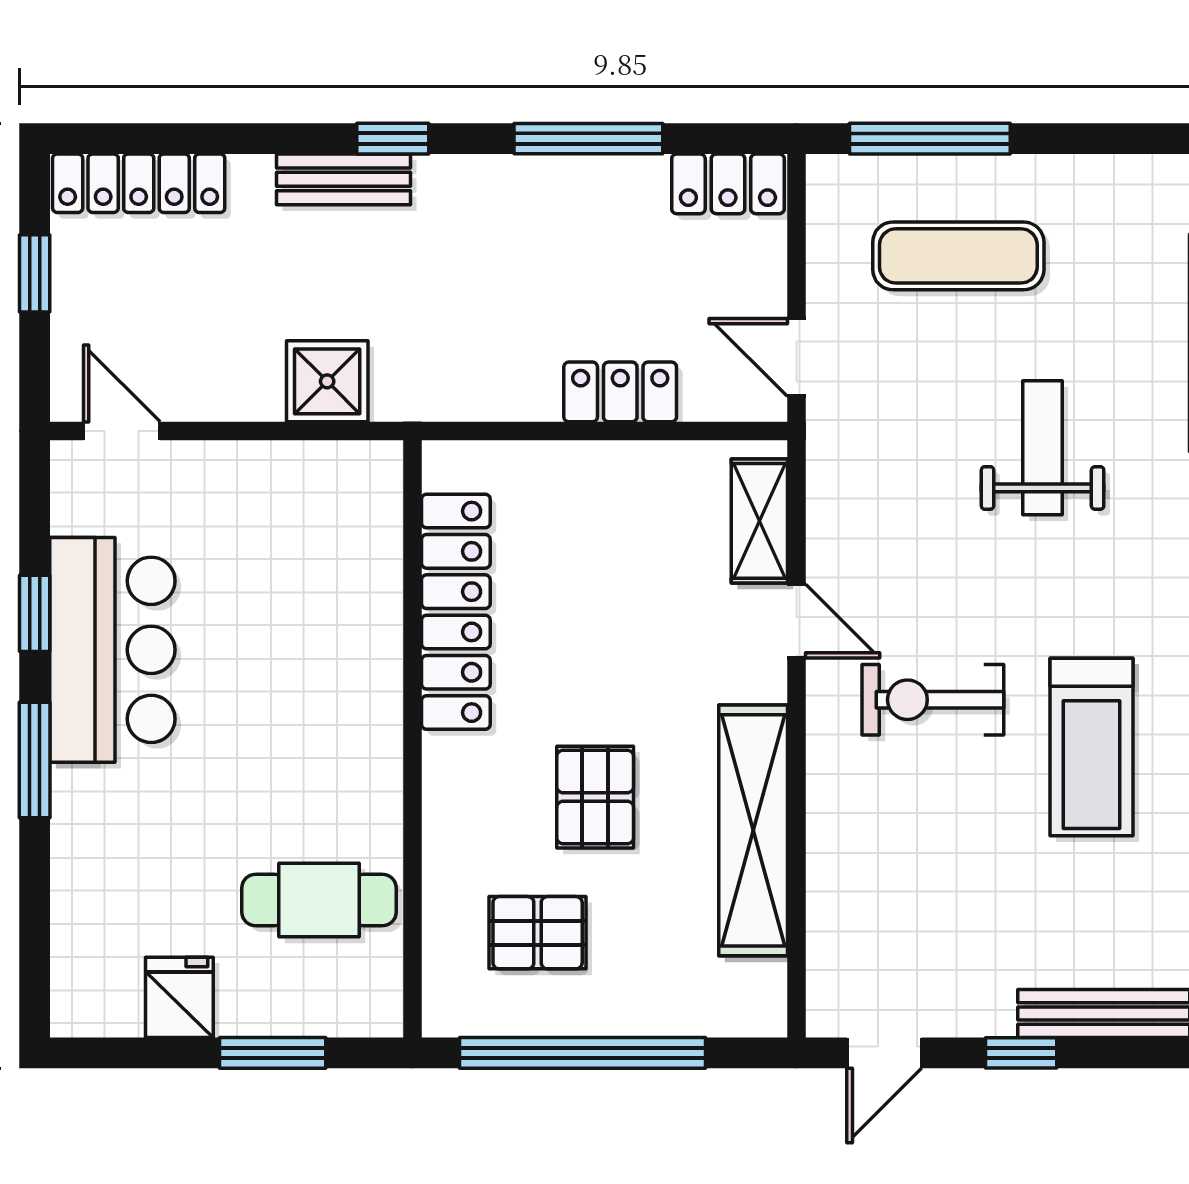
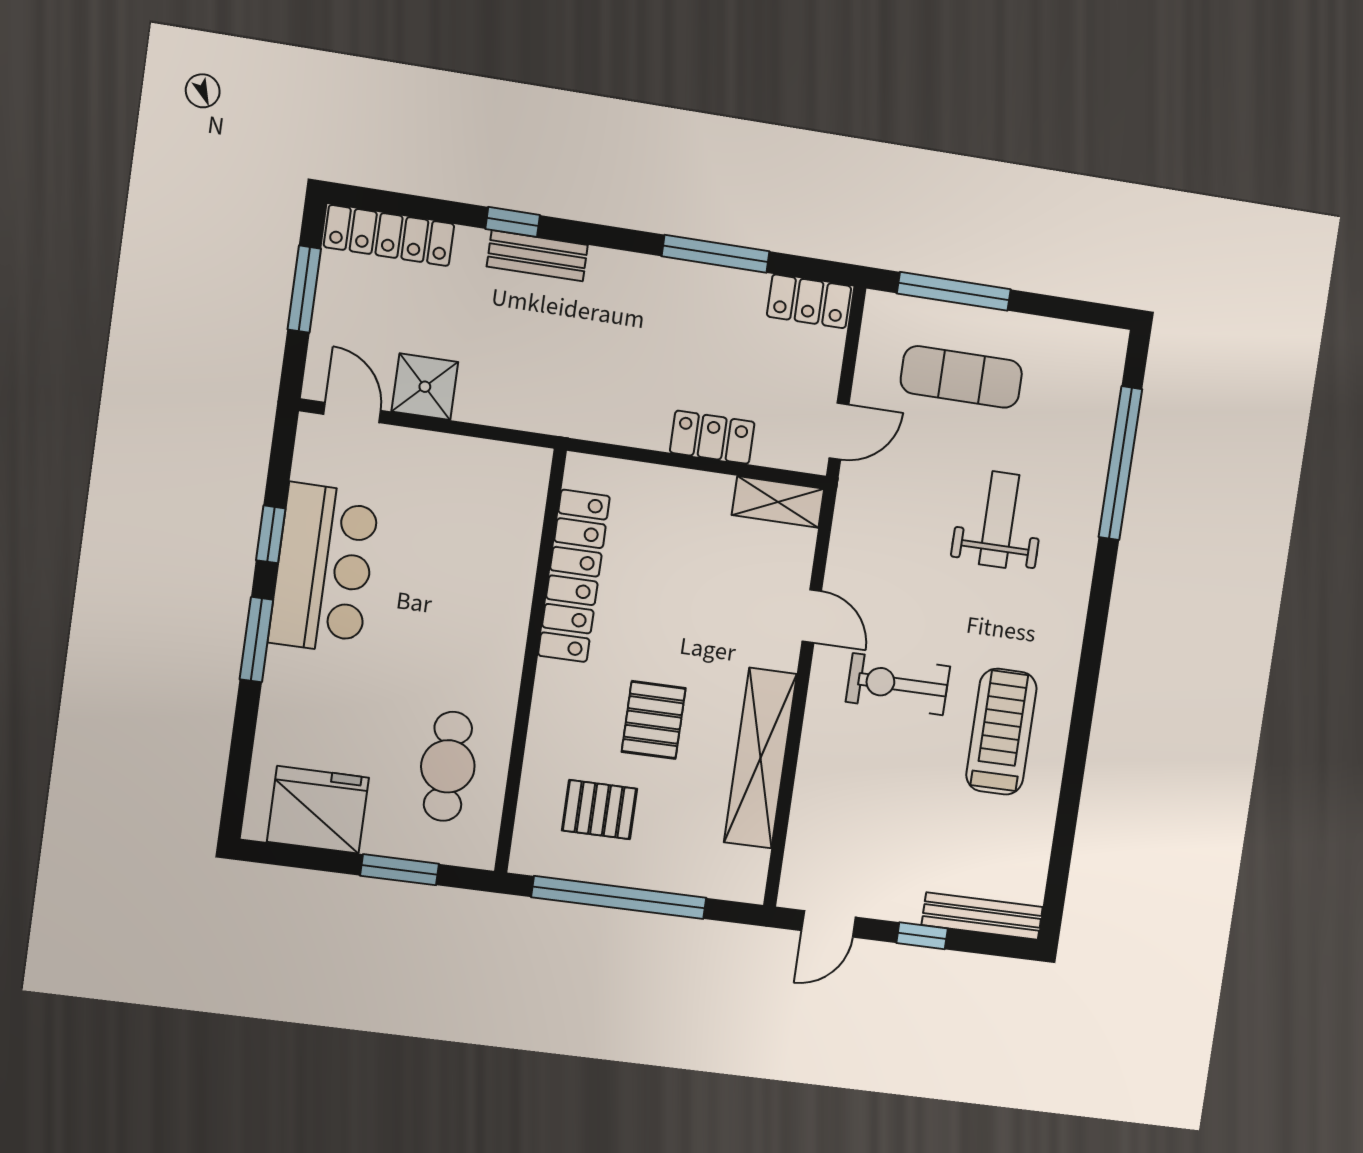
window: (393, 139) -> (513, 222), moved
window: (35, 273) -> (304, 289), width x1.50
door: (796, 357) -> (839, 431), swing flipped
shower: (327, 381) -> (425, 387), moved
shelving: (759, 521) -> (778, 502), moved, turned 90
treadmill: (1091, 747) -> (1001, 732), turned 180
cafe table: (319, 900) -> (448, 766), turned 90
fridge: (179, 997) -> (318, 810), width x1.88, depth x1.34

